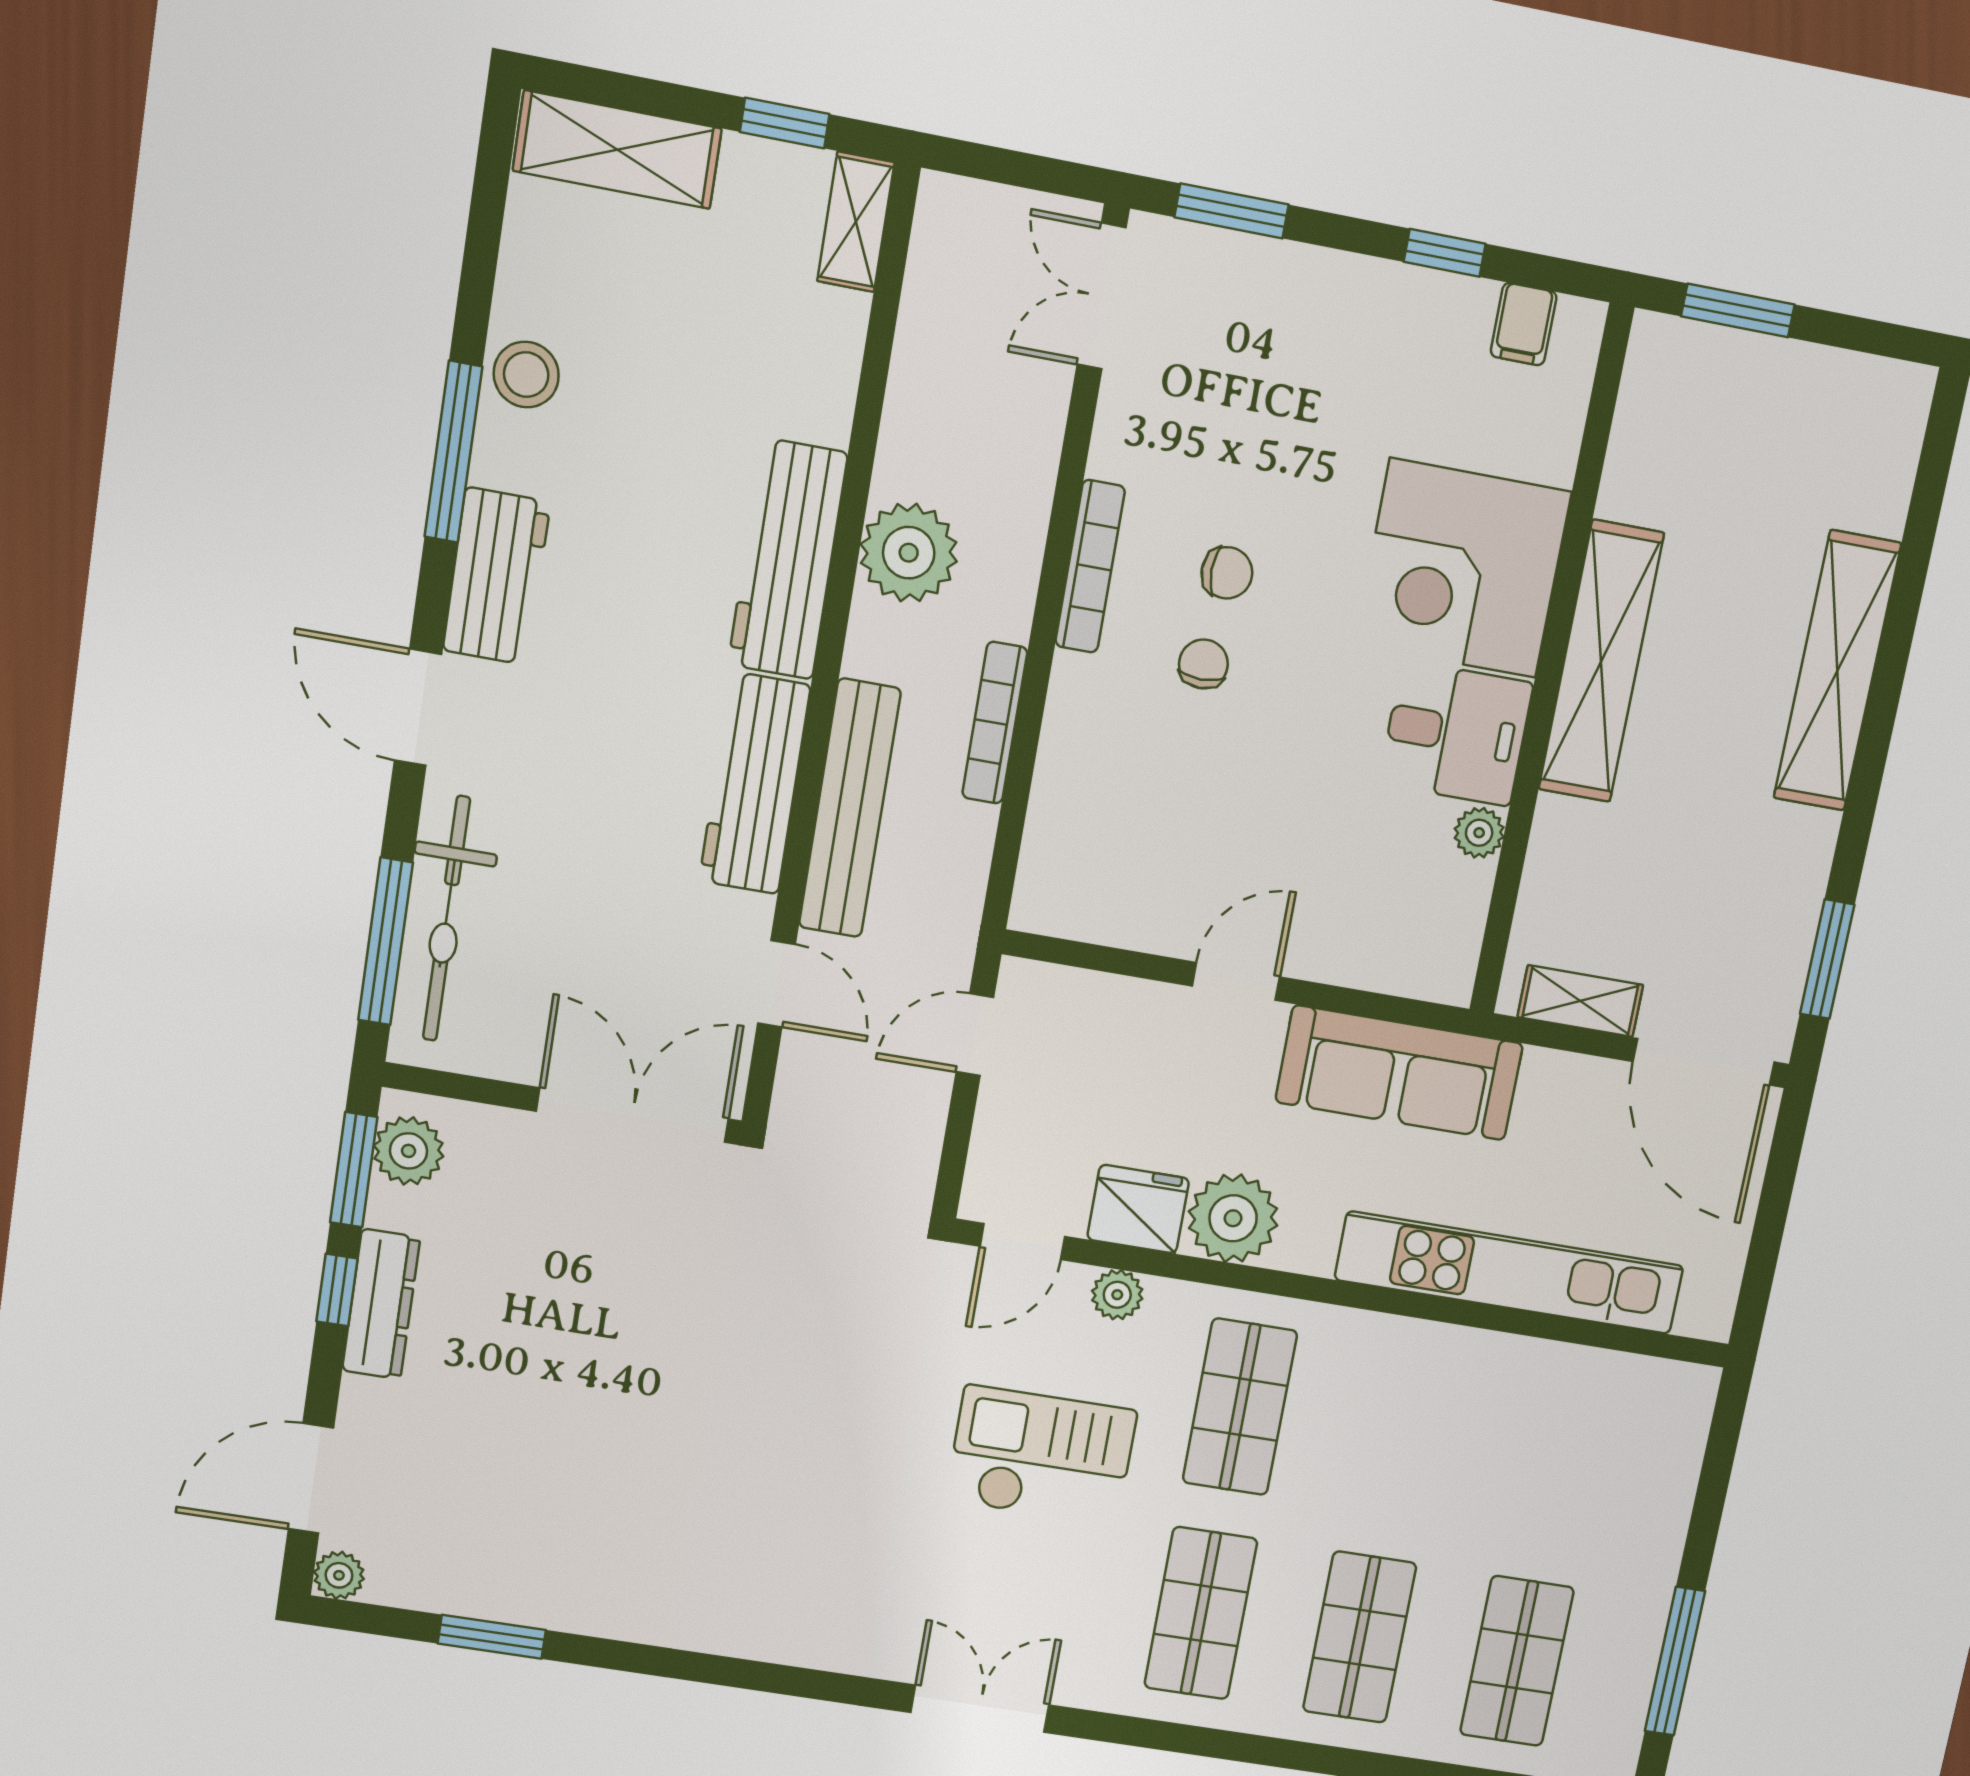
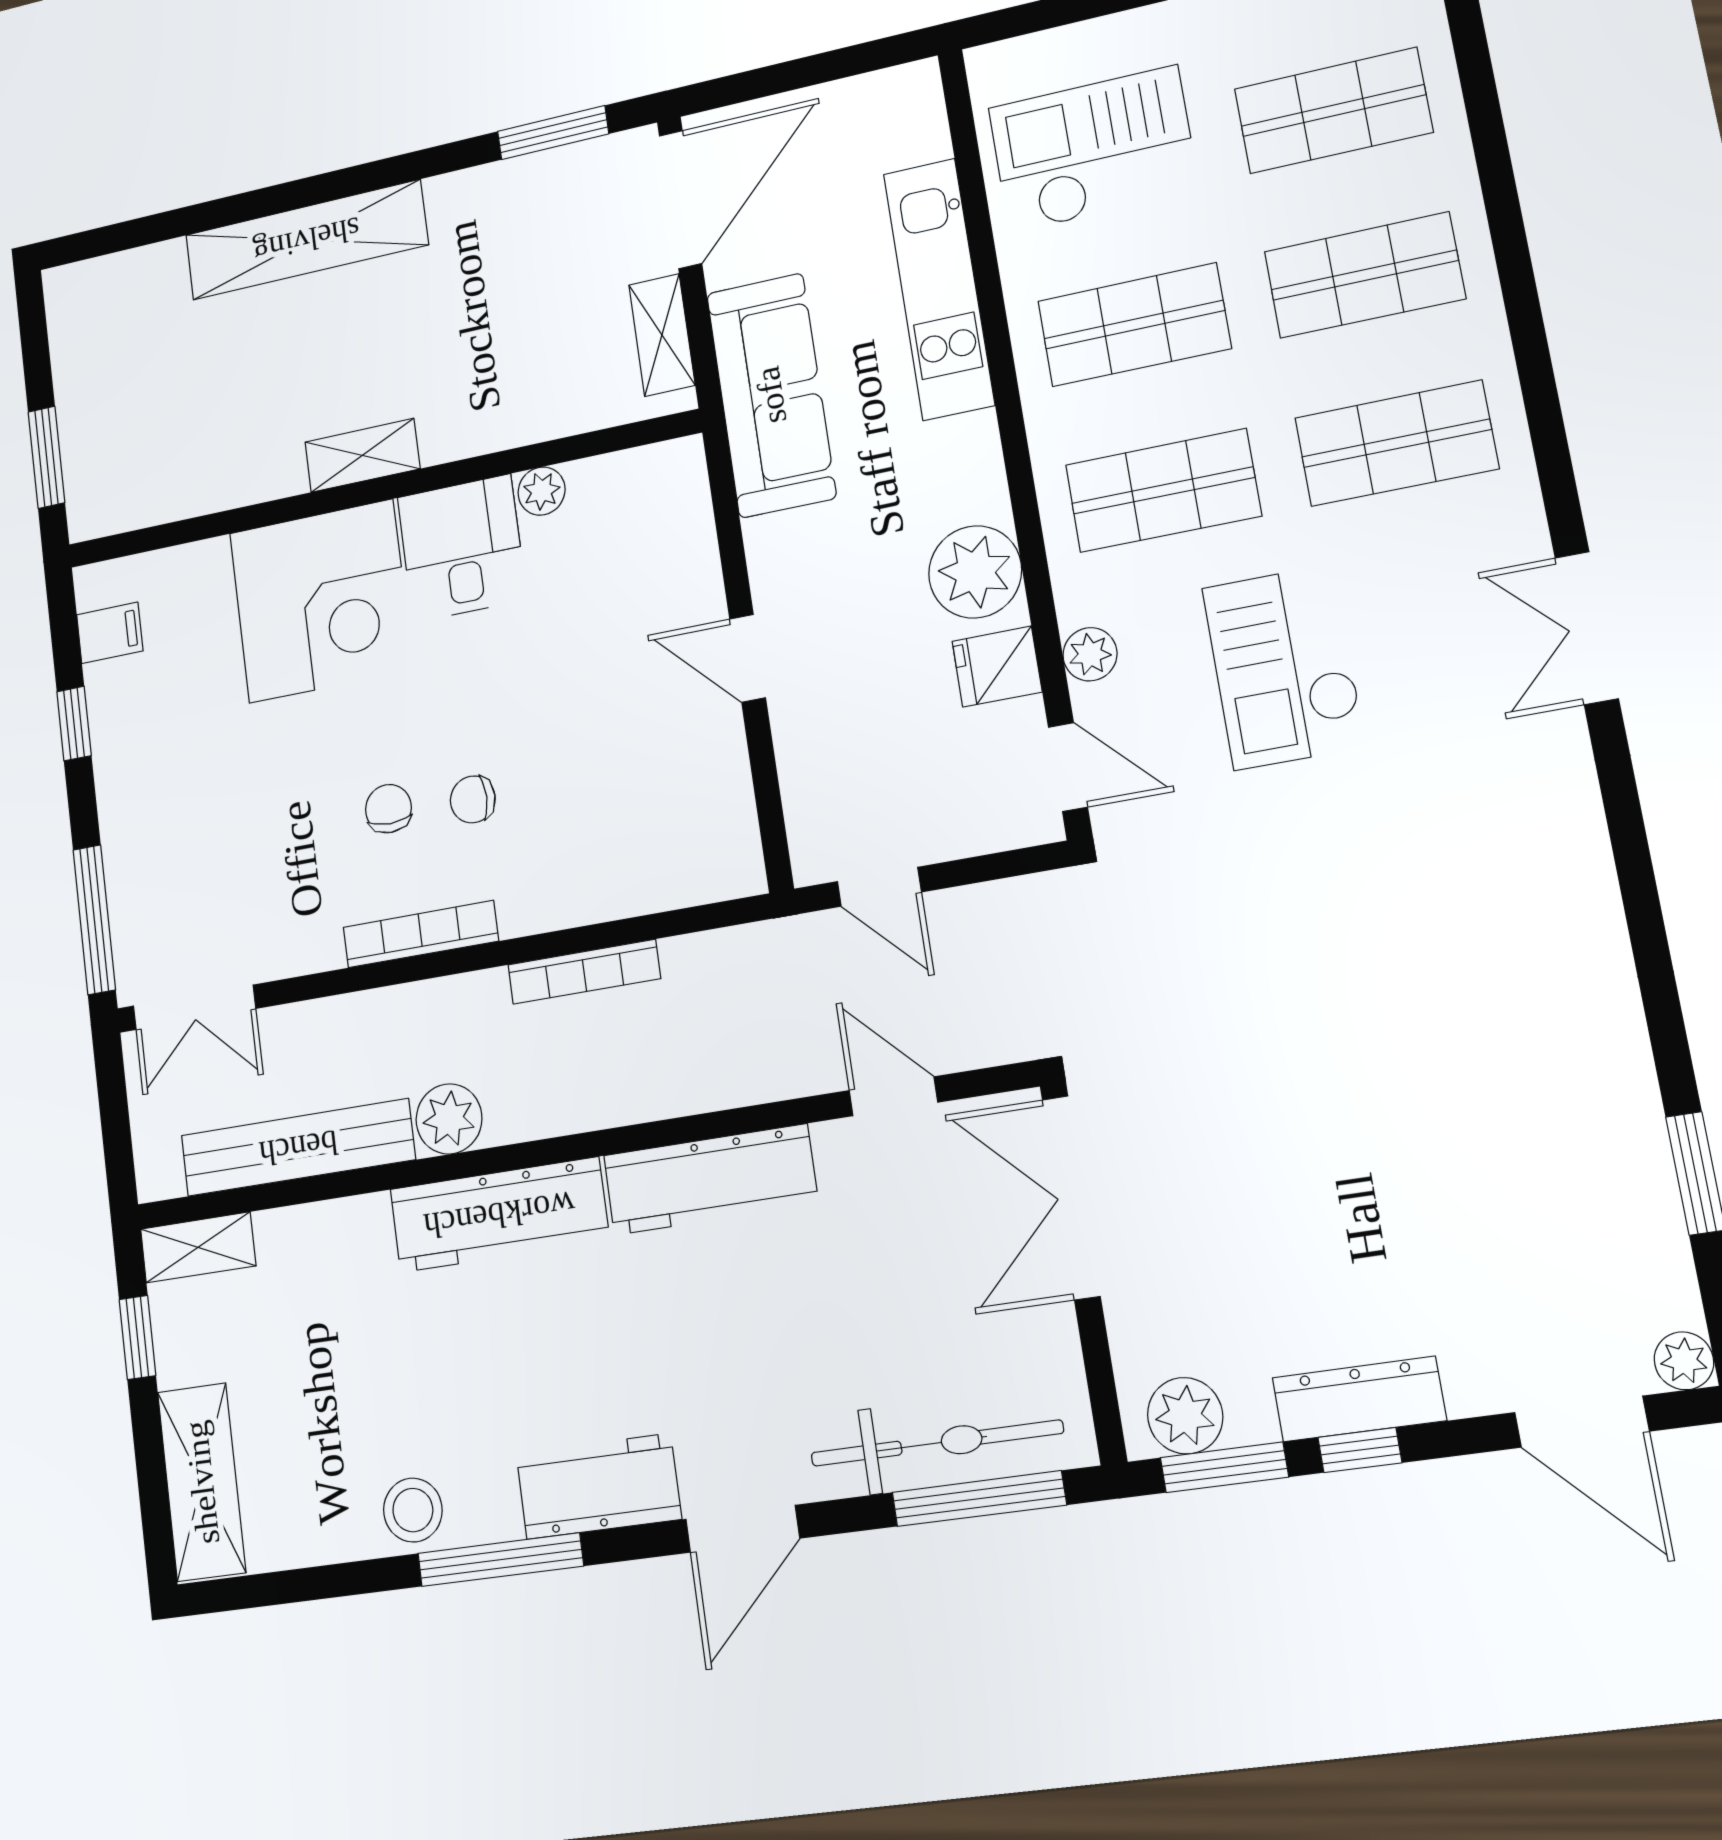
window: (1232, 211) -> (94, 920), width x1.44
plant: (909, 553) -> (449, 1119), width x0.73, depth x0.73
shelving: (1601, 662) -> (362, 455), width x0.45, depth x0.75
bench: (850, 808) -> (298, 1148), moved
door: (776, 984) -> (893, 1096), hinge flipped
sofa: (1399, 1073) -> (771, 395), moved
fridge: (1138, 1209) -> (997, 667), width x0.72
kitchen unit: (1509, 1273) -> (939, 289), width x0.73
shop shelf: (1400, 1432) -> (1134, 325), added
checkout: (1576, 1451) -> (1093, 150), added

